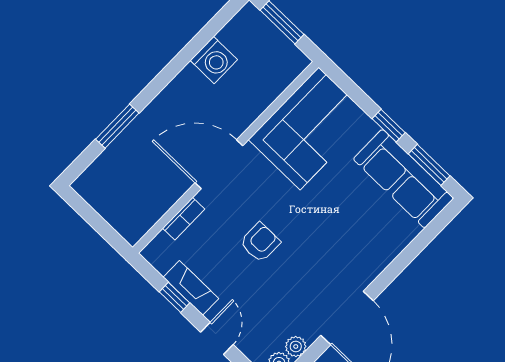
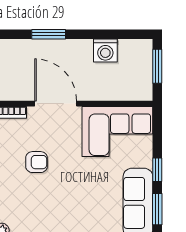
window: (117, 126) -> (49, 34), moved

